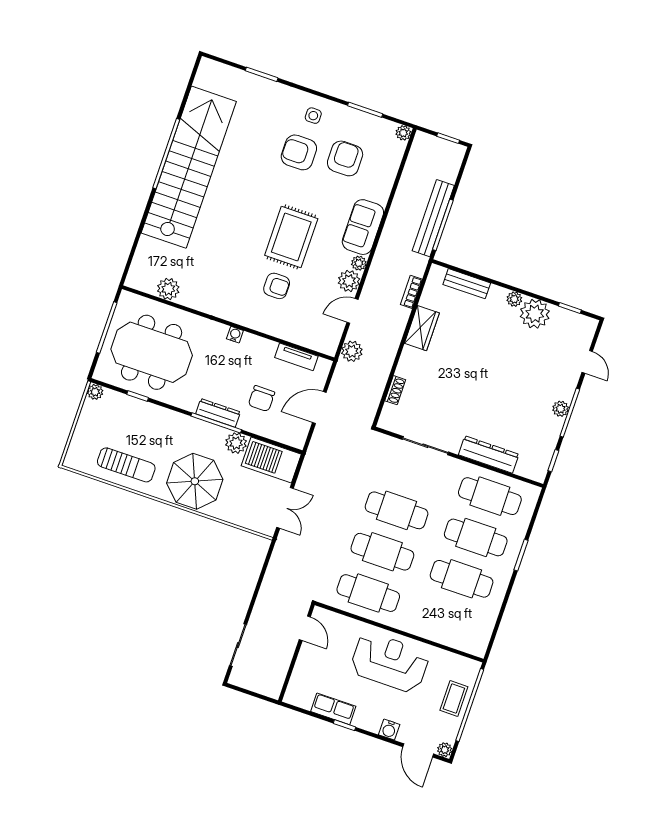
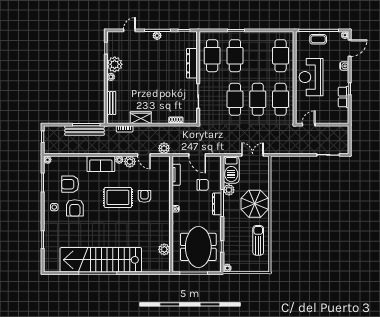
cafe table: (462, 579) -> (281, 56), moved

